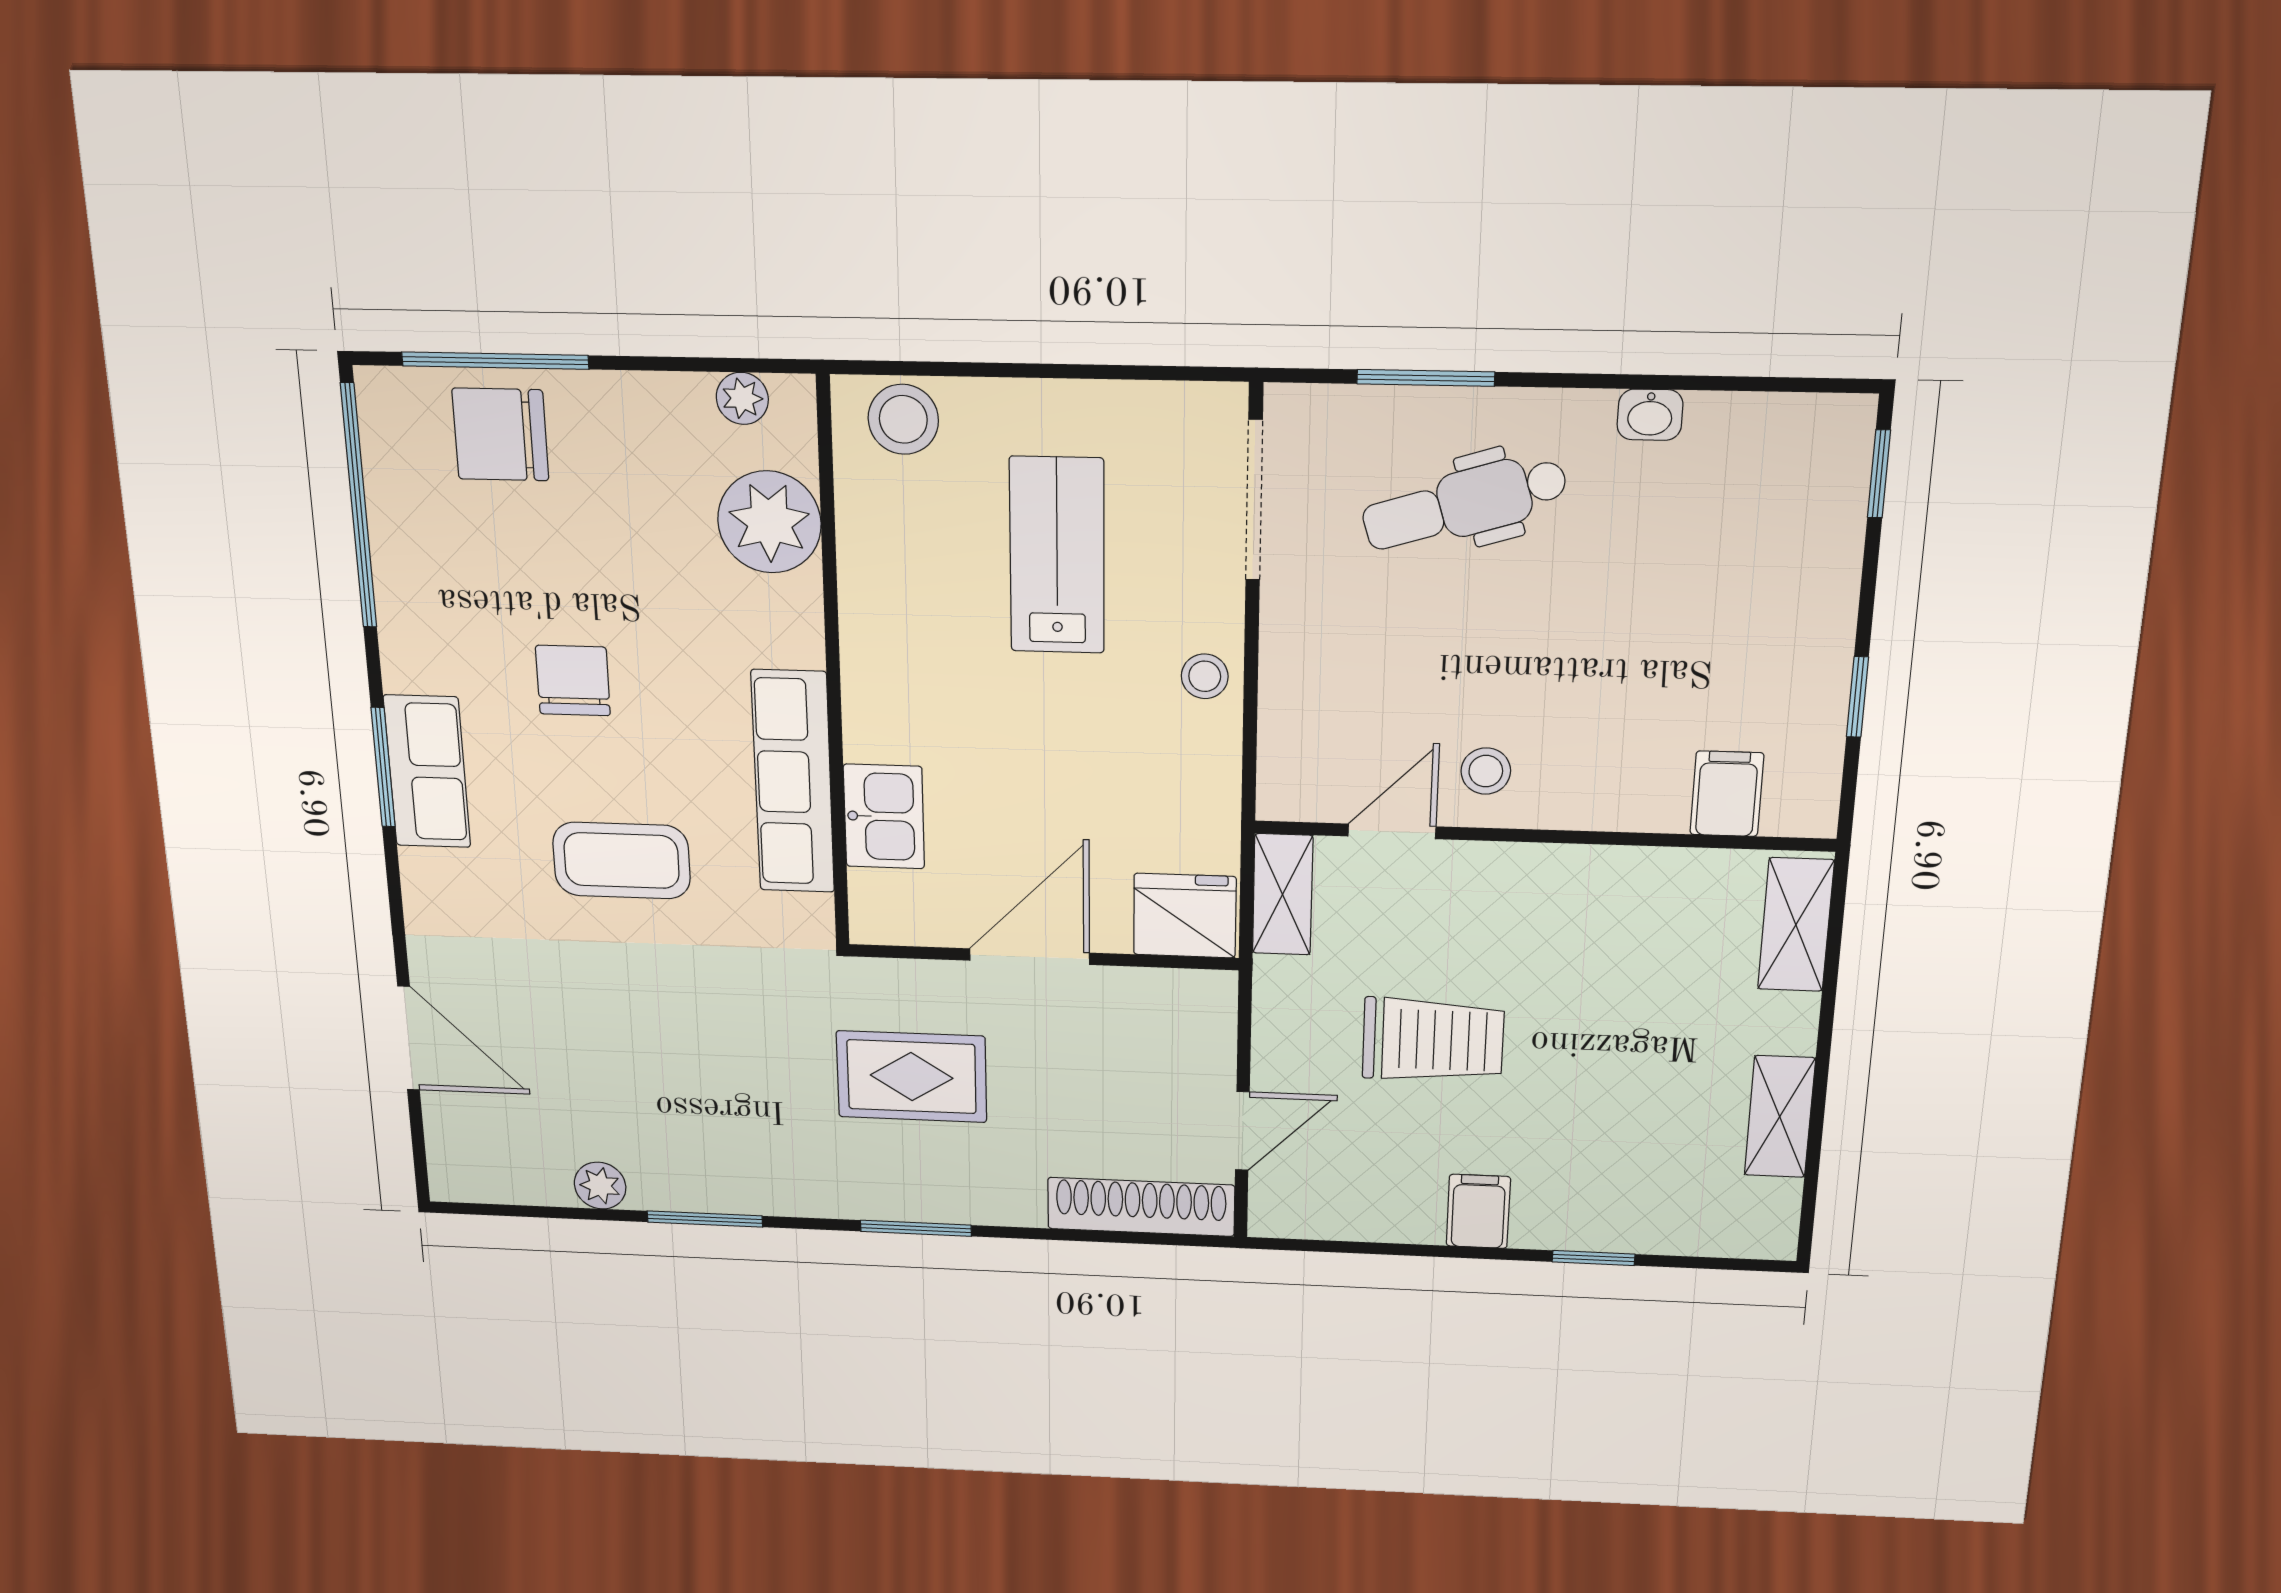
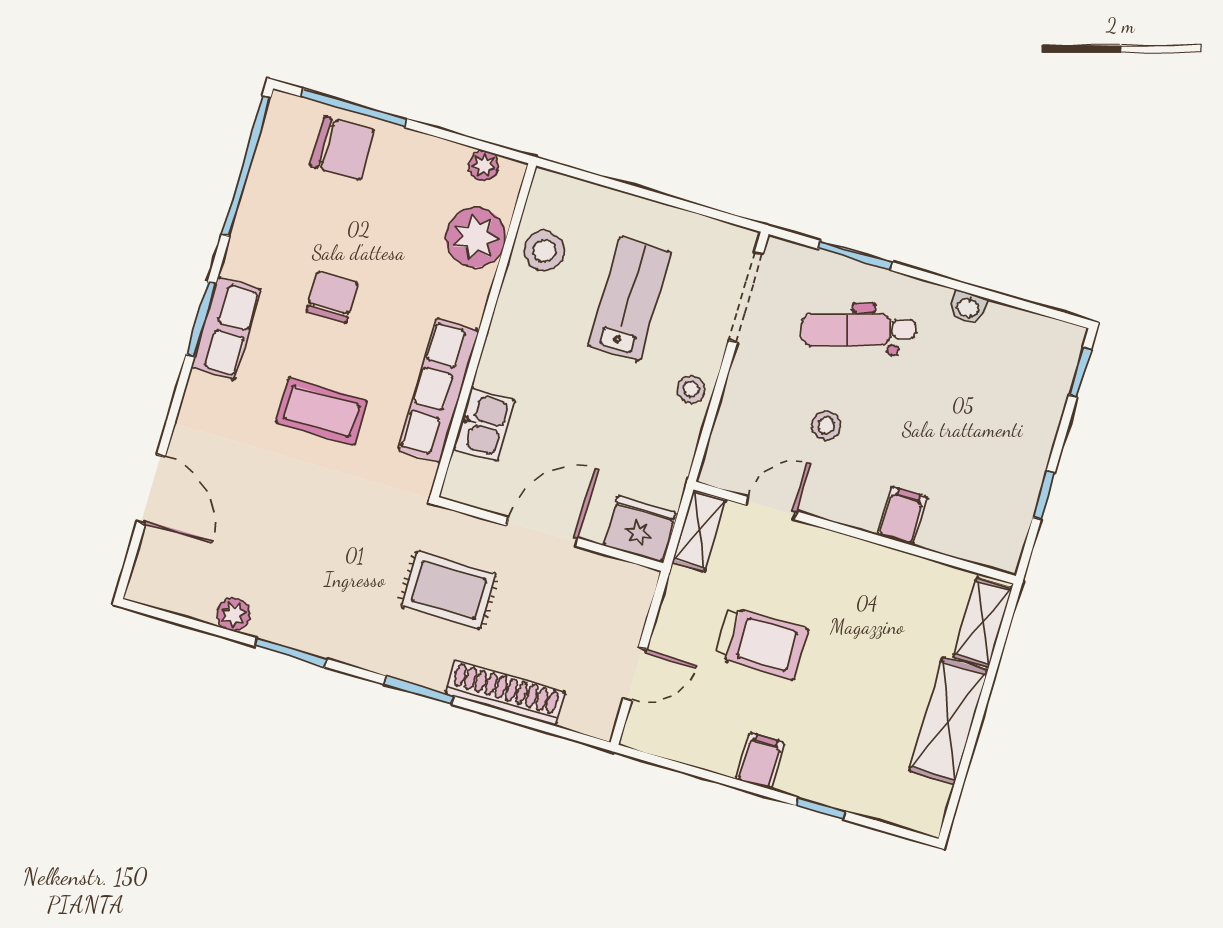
stool: (903, 419) -> (544, 251), moved
chair: (500, 435) -> (342, 148), turned 180
stool: (1486, 771) -> (826, 426), moved
filing cabinet: (1727, 794) -> (902, 516), moved
shelving: (1780, 1117) -> (949, 721), width x1.50, depth x1.33
shoe rack: (1141, 1207) -> (505, 693), moved

